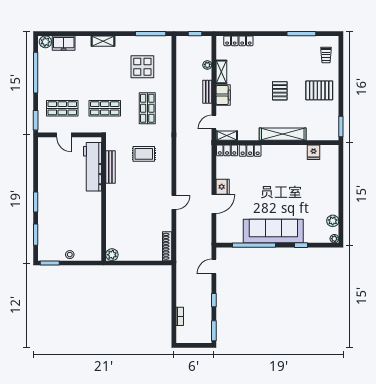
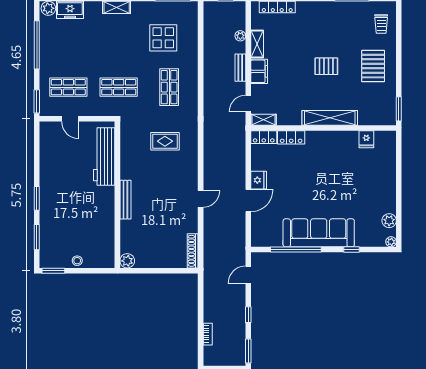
pallet: (319, 90) -> (373, 66), turned 90
pallet: (280, 91) -> (326, 66), turned 90
bench: (110, 167) -> (125, 200), moved

